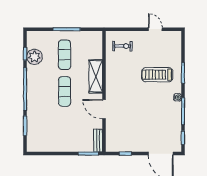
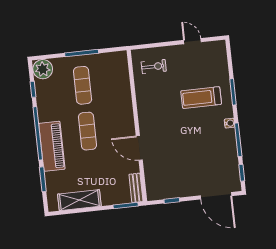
plant: (34, 57) -> (43, 69), moved
shelving: (96, 76) -> (79, 200), moved, turned 90
piano: (35, 100) -> (52, 146), added

